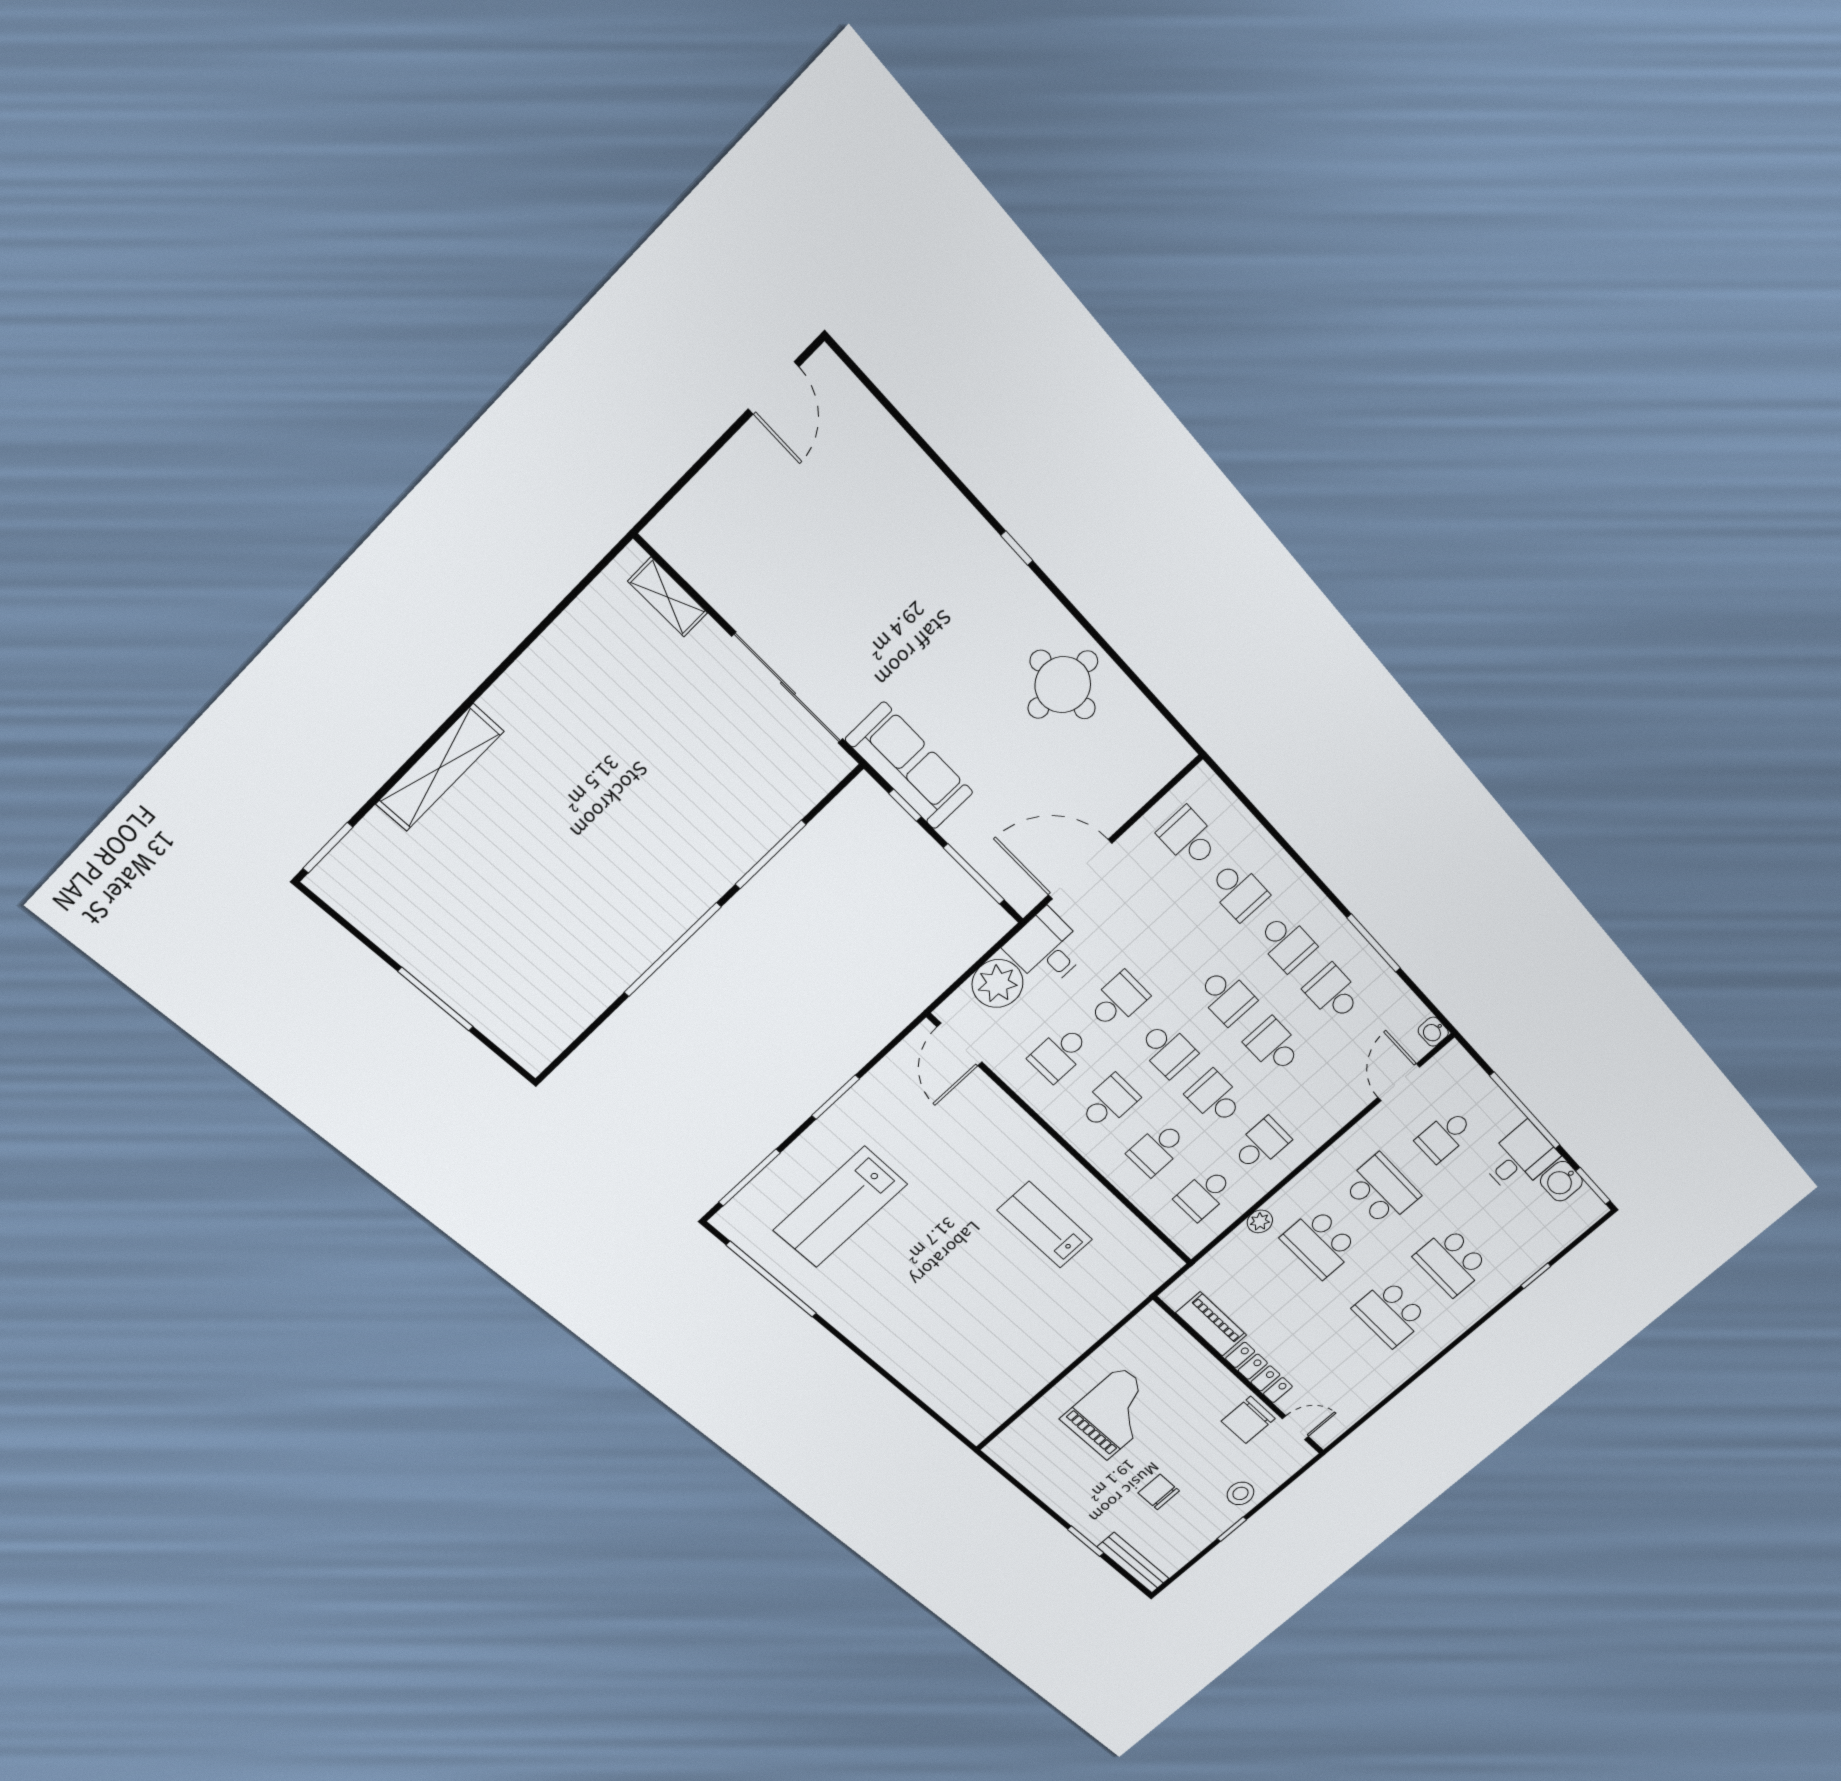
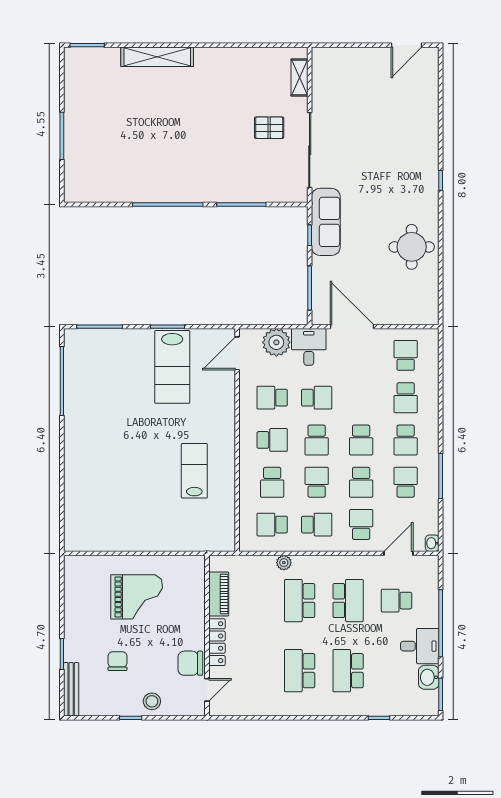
pallet: (699, 713) -> (269, 128), added
school desk: (1273, 1046) -> (361, 482), turned 180
school desk: (1319, 1093) -> (361, 525), added
school desk: (1157, 1149) -> (272, 482), turned -90
lab bench: (840, 1207) -> (172, 367), moved, turned -90
door: (1295, 1428) -> (207, 690), hinge flipped

